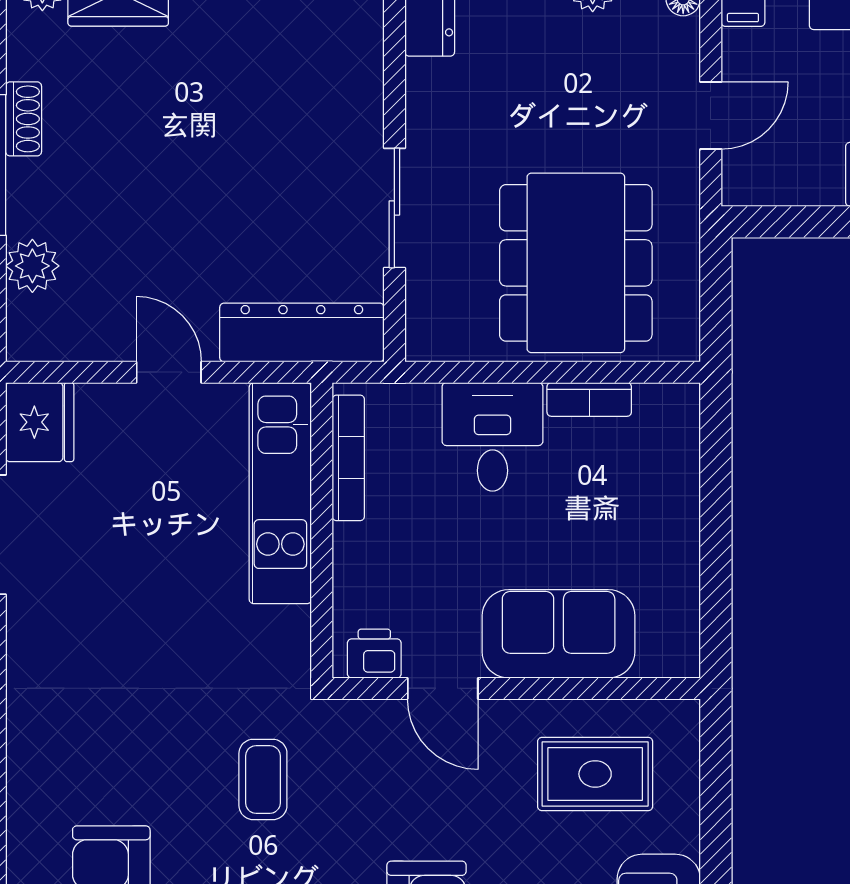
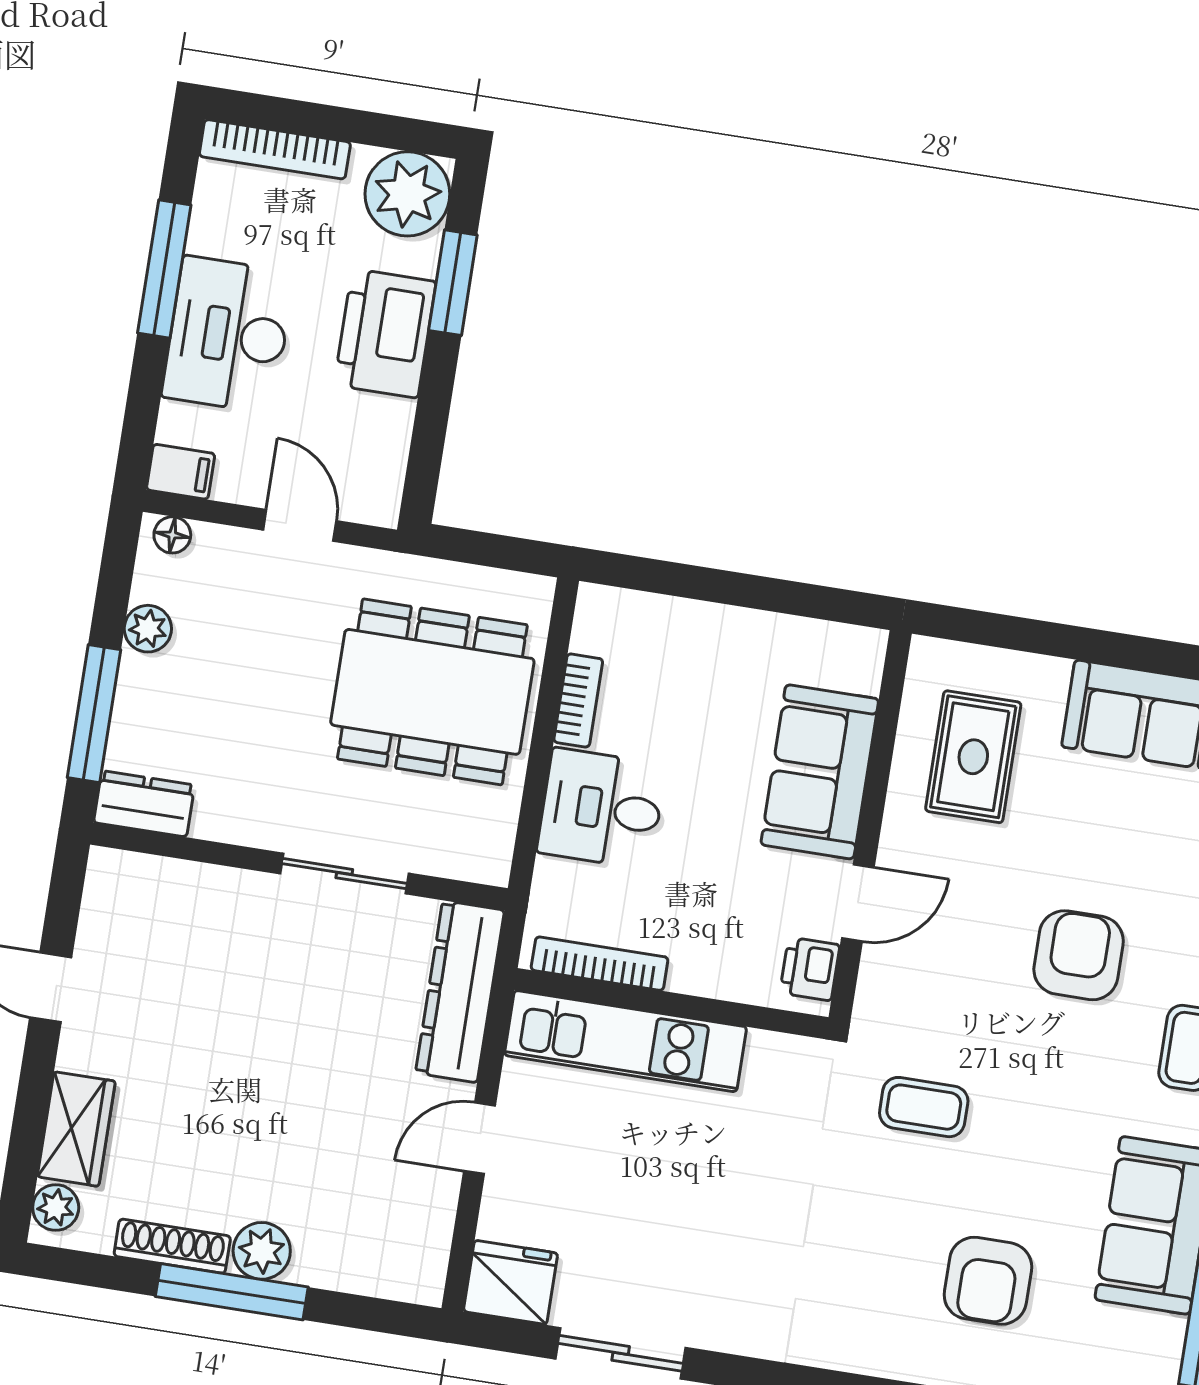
shoe rack: (24, 119) -> (172, 1246), width x1.43
plant: (32, 266) -> (262, 1251), moved

